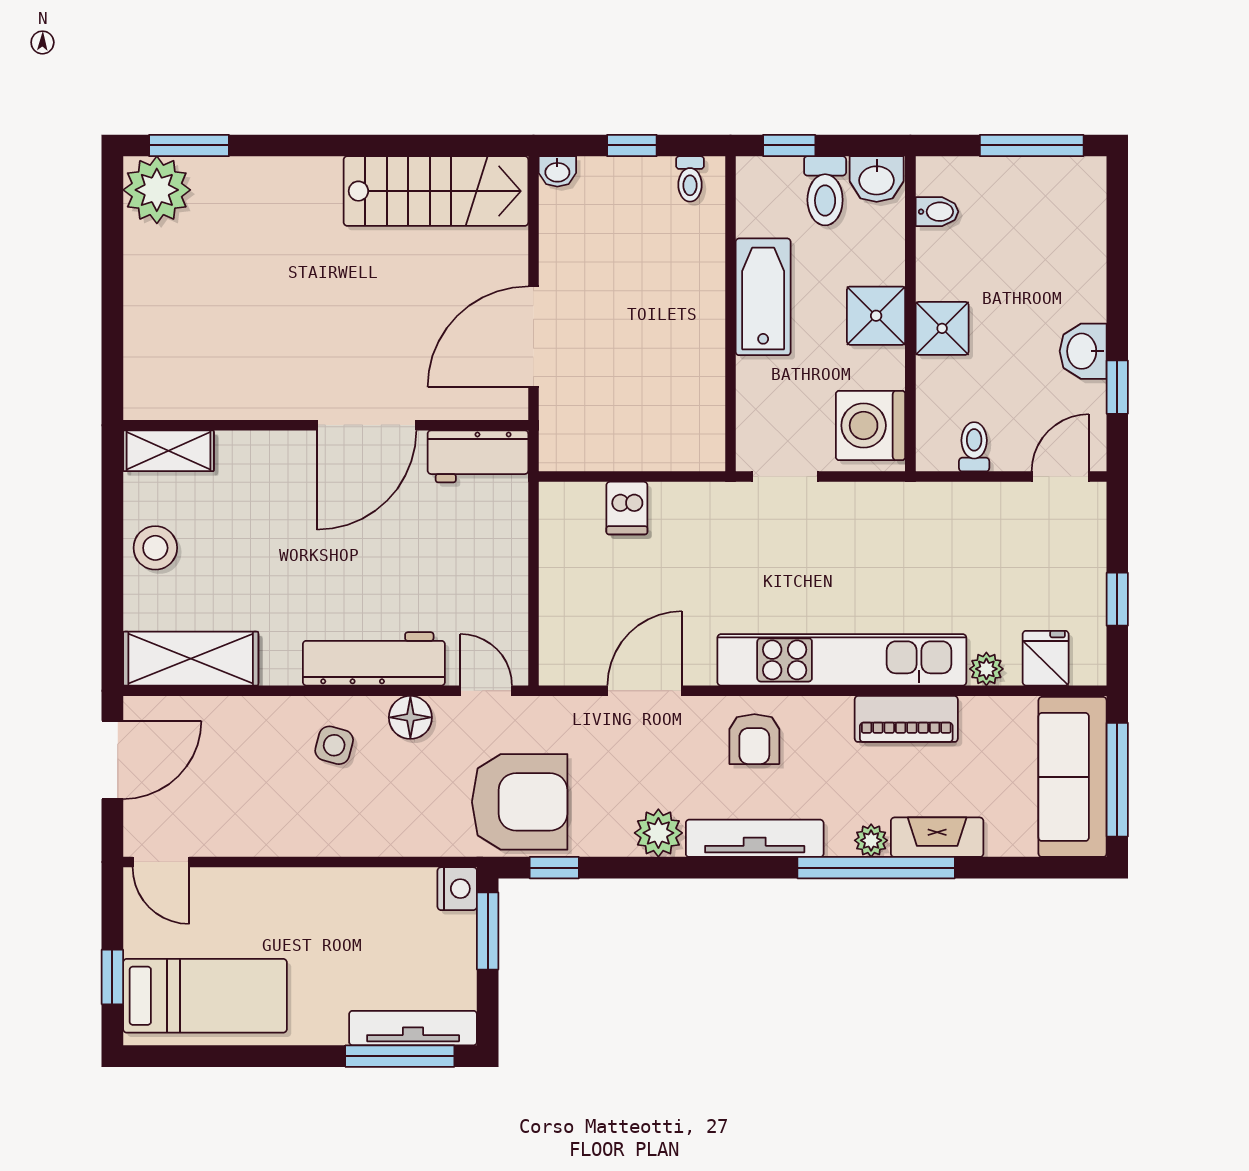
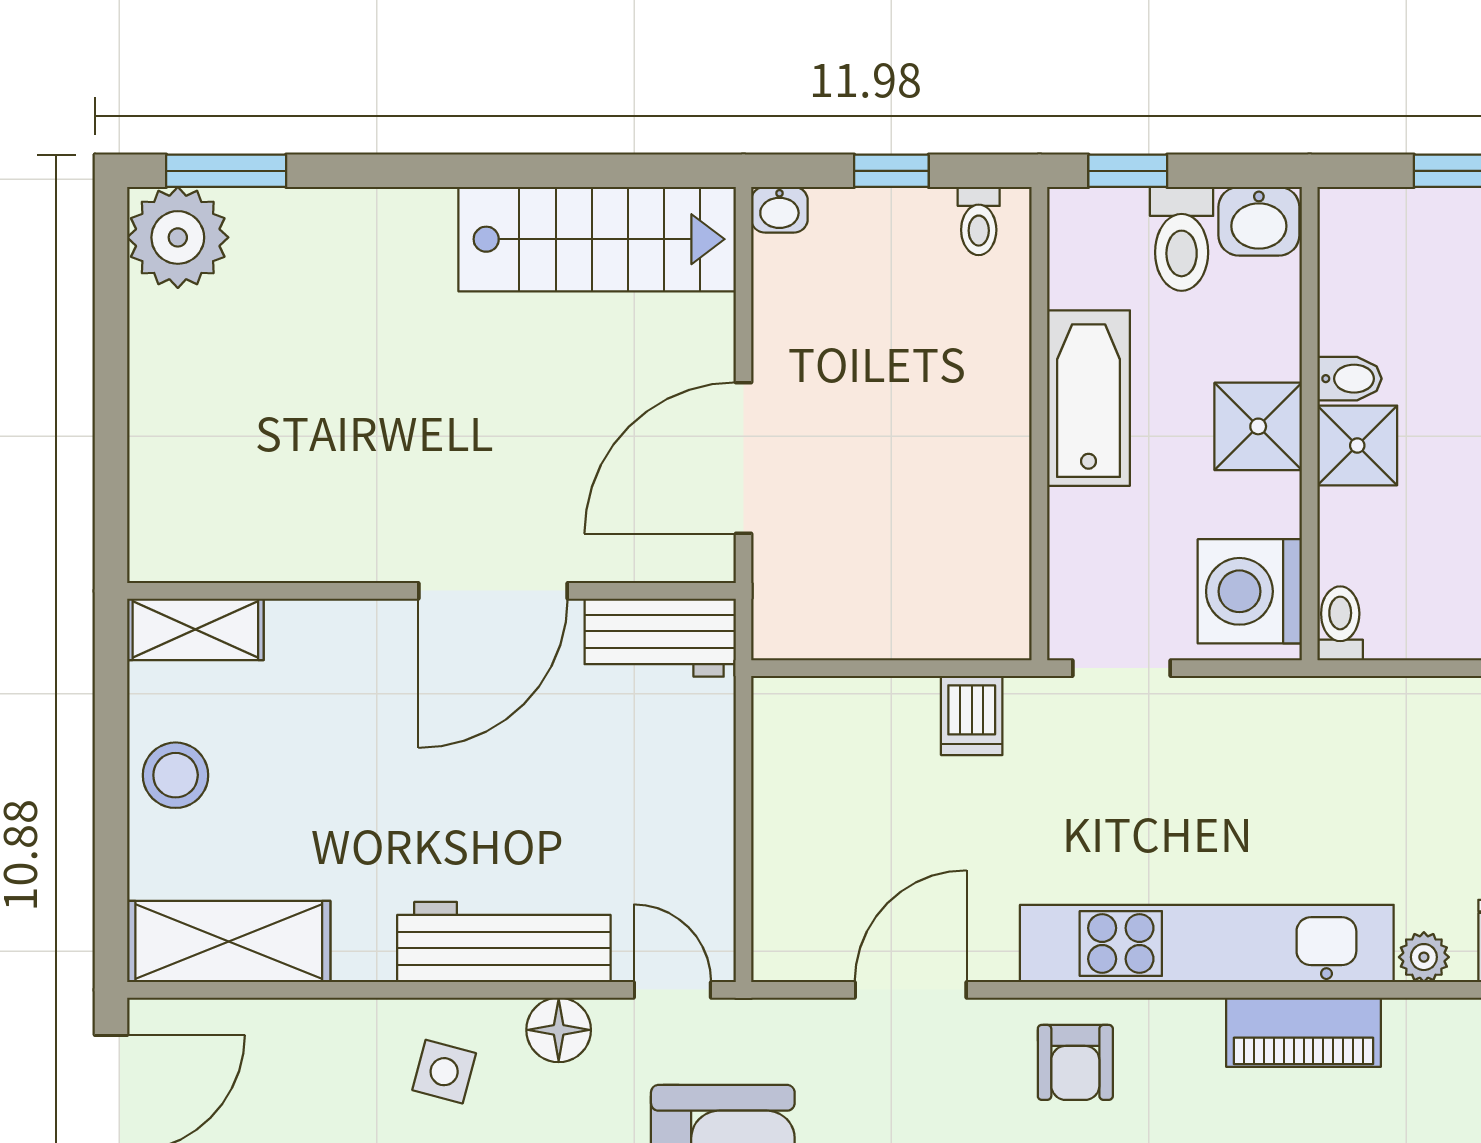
bidet: (937, 212) -> (1350, 379), moved
toilet: (974, 447) -> (1340, 623), moved
dishwasher: (627, 508) -> (972, 715), moved

